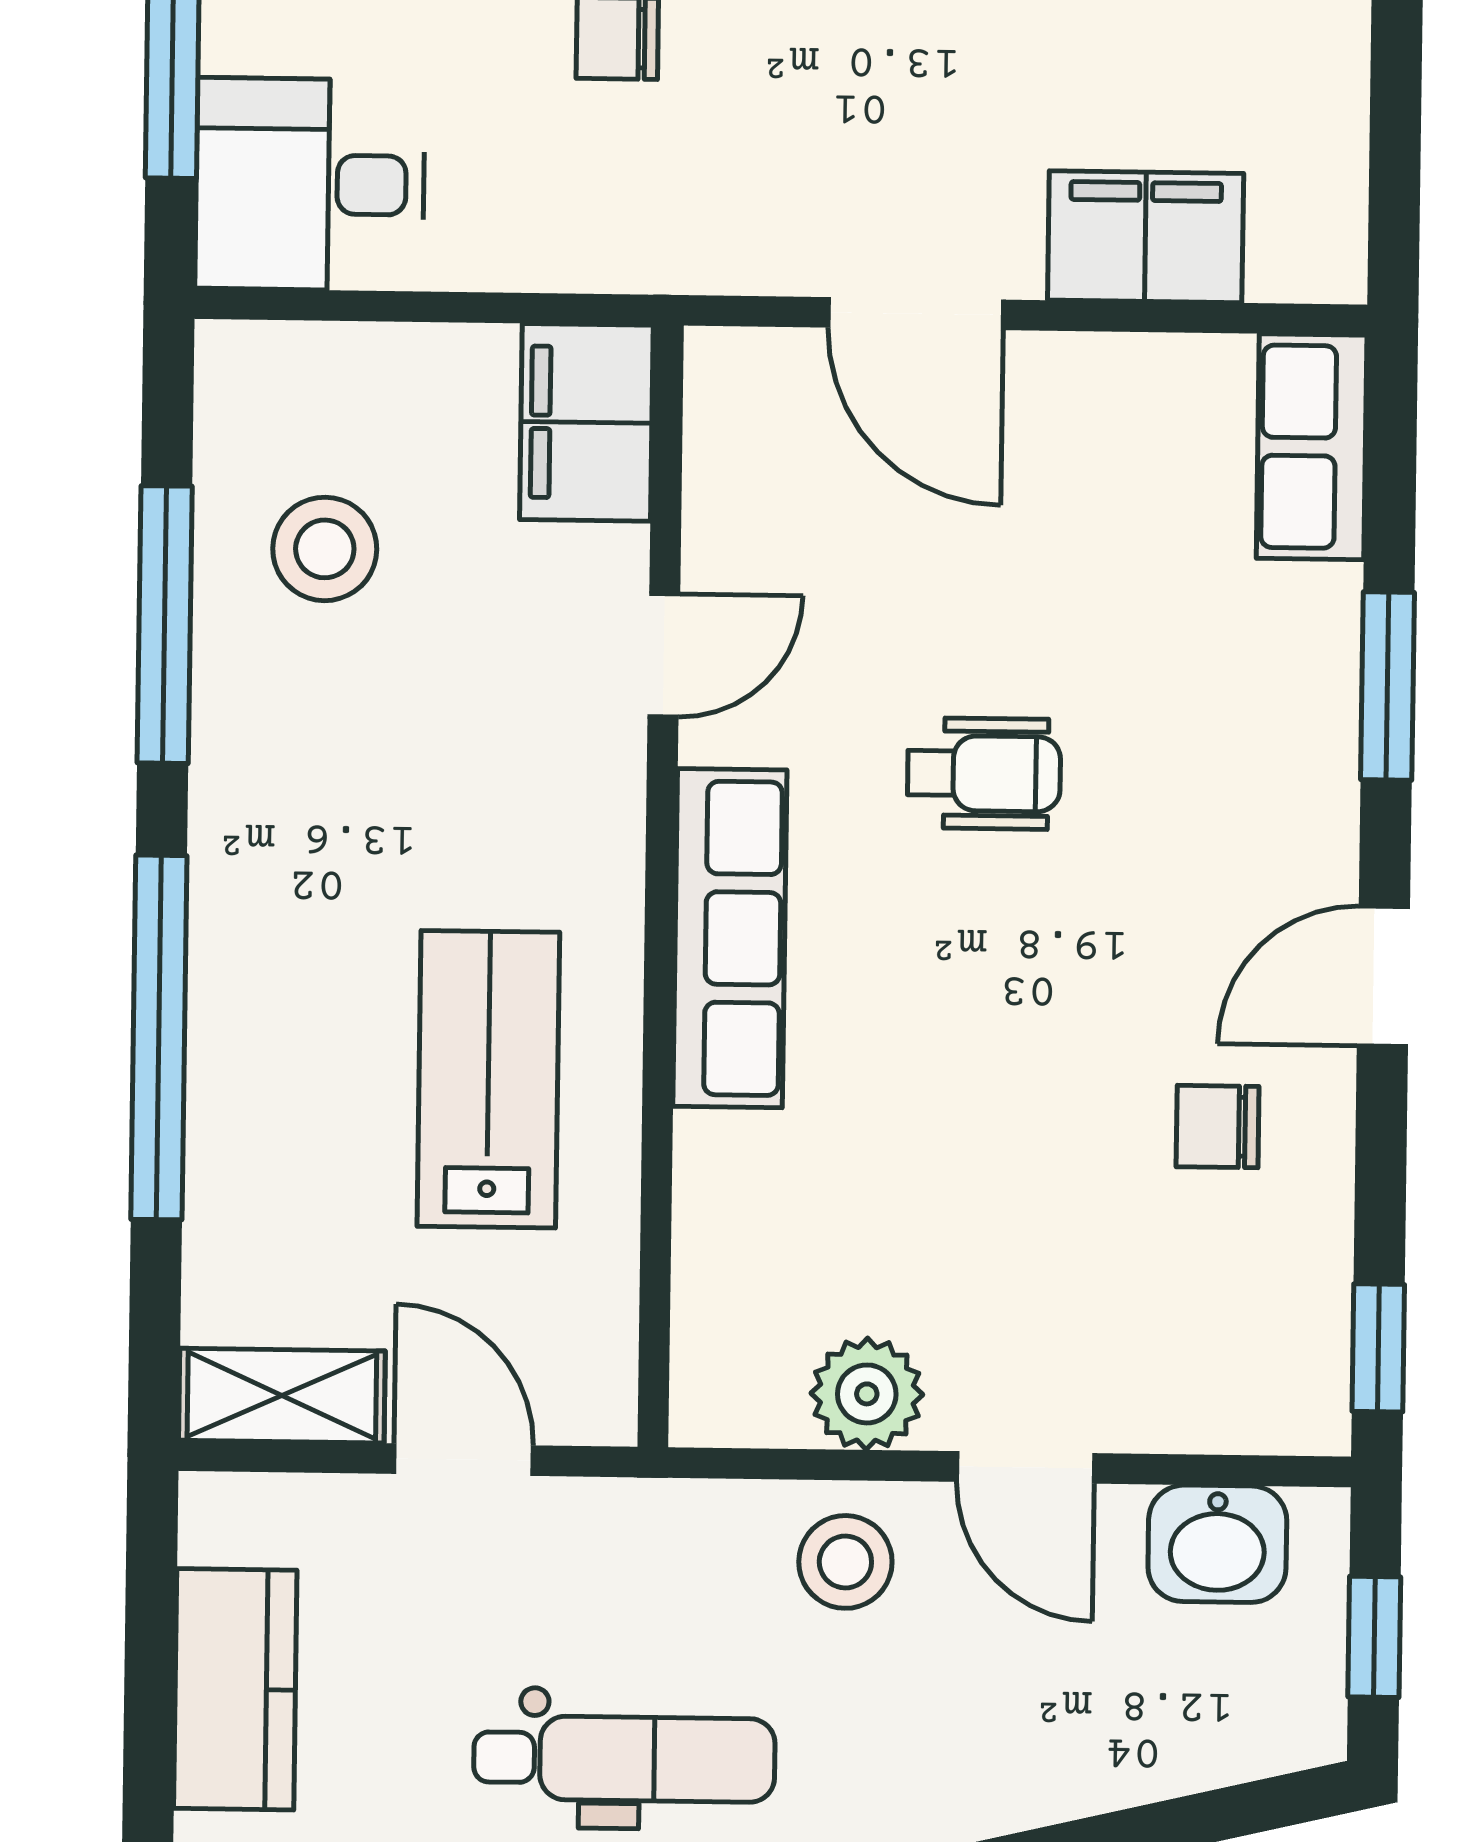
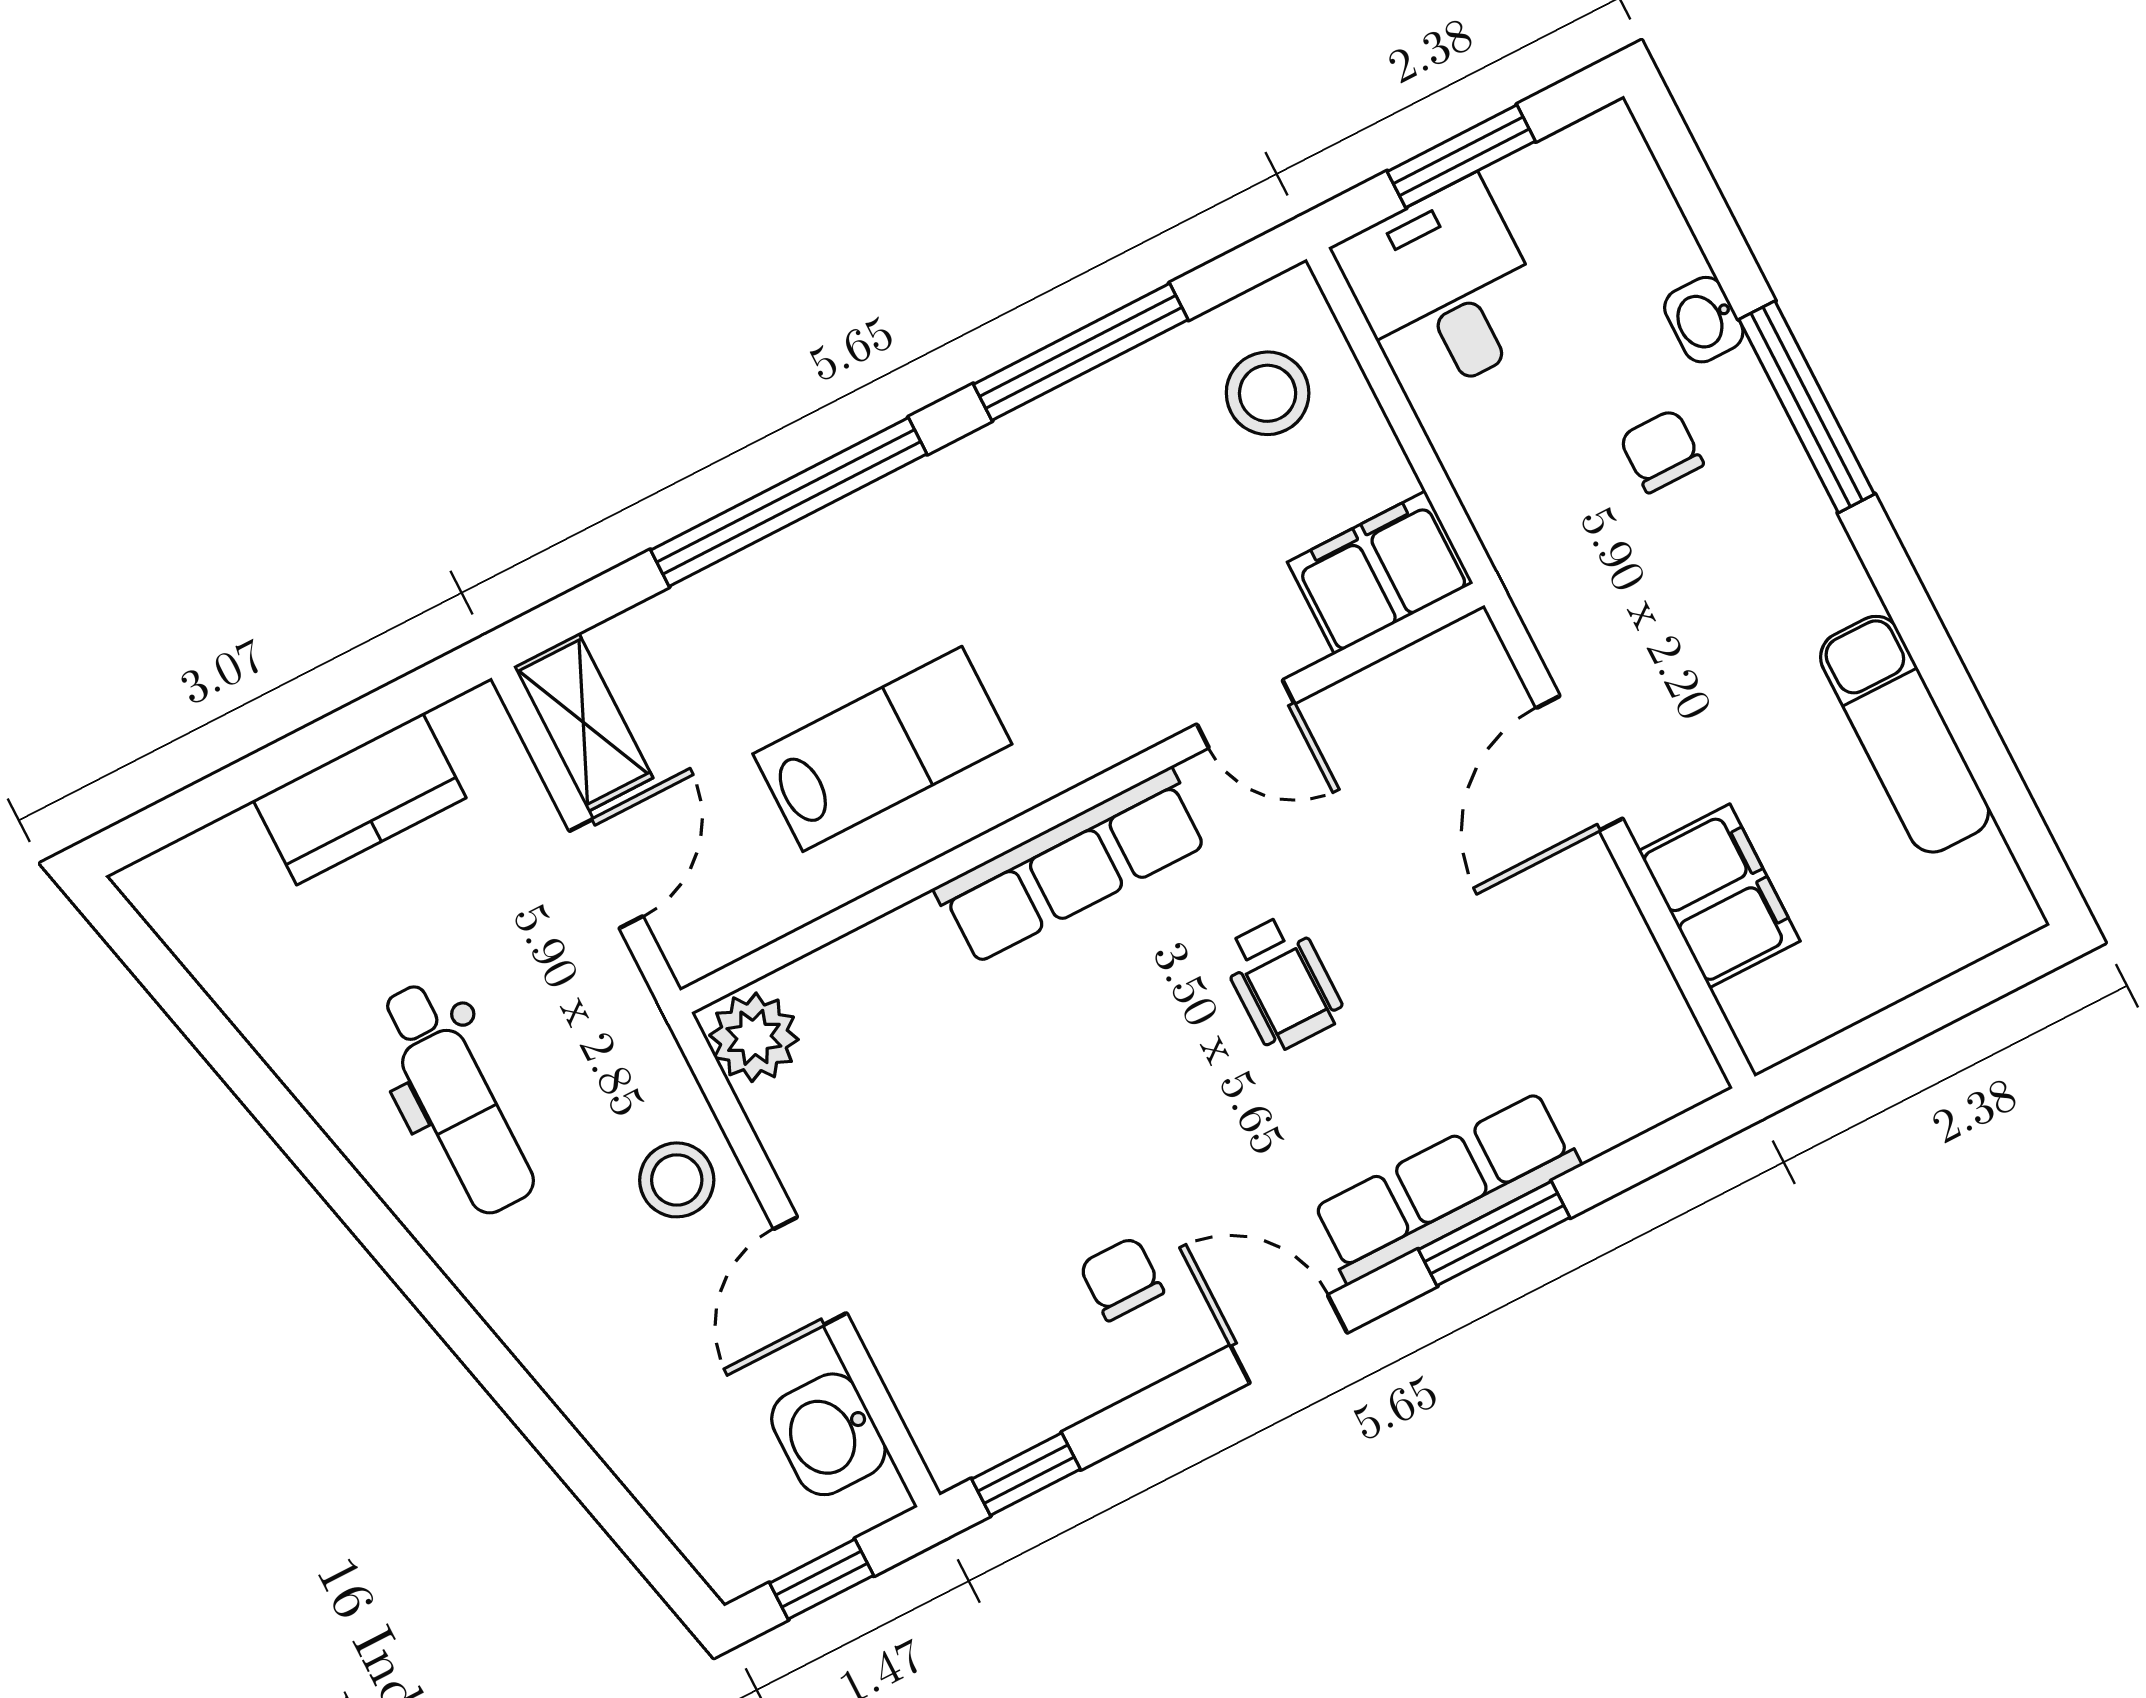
row of seats: (1312, 447) -> (1446, 1188), moved, width x1.48
stool: (325, 549) -> (1268, 393), moved
plant: (867, 1394) -> (754, 1037), moved

